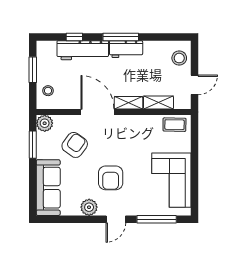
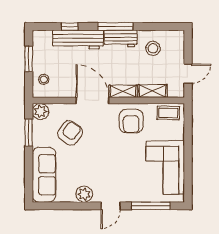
stool: (179, 58) -> (153, 48), moved
armchair: (111, 178) -> (131, 121), moved

